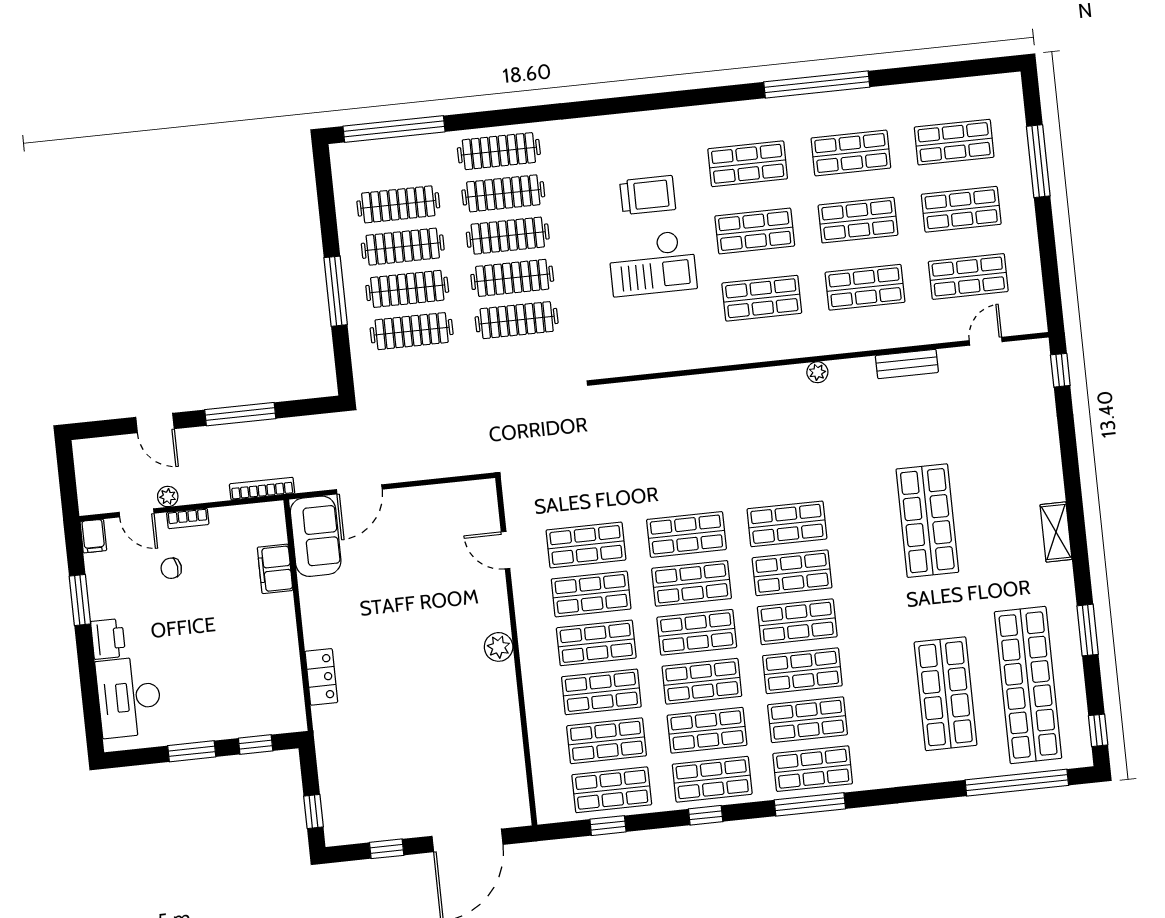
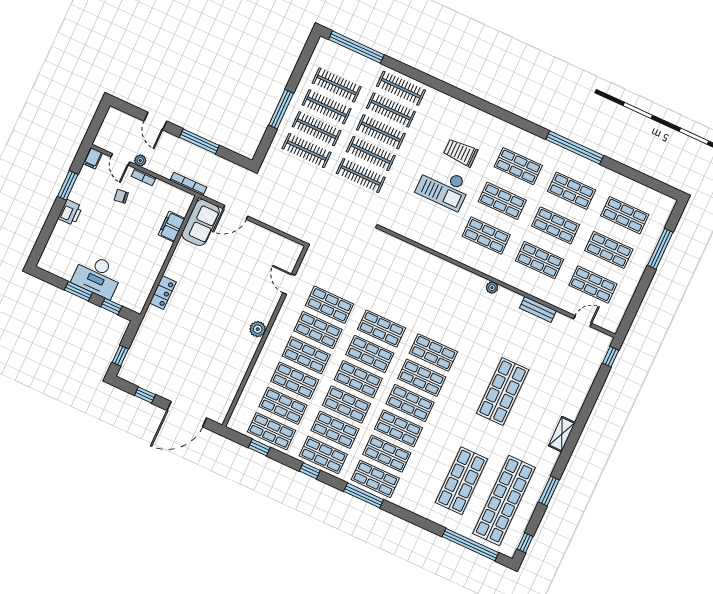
trolley: (648, 195) -> (461, 152), turned 180
desk: (129, 697) -> (97, 276), moved, turned -90

